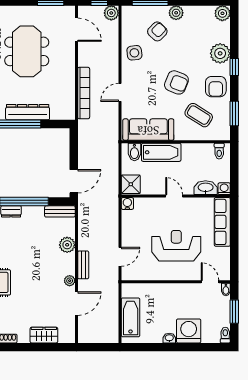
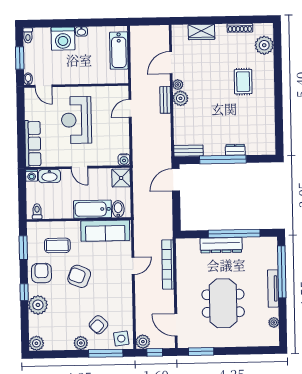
side table: (134, 53) -> (121, 339), moved
coffee table: (199, 115) -> (57, 245), turned -32
plant: (67, 245) -> (180, 98), moved
reception desk: (176, 246) -> (76, 120), turned 90

